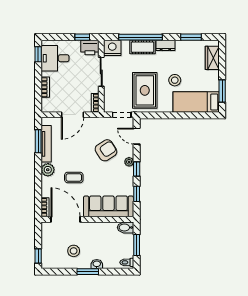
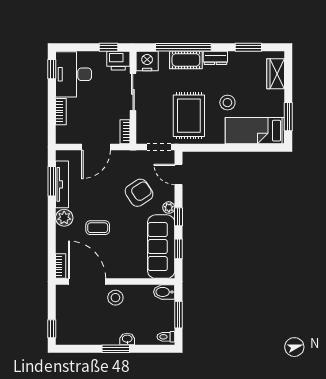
desk: (55, 58) -> (74, 74), width x1.37
sofa: (108, 206) -> (161, 247), moved, turned -90
stool: (74, 251) -> (115, 298), moved

